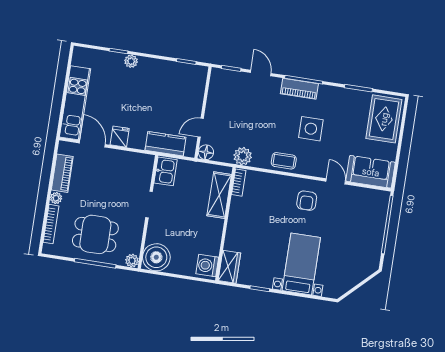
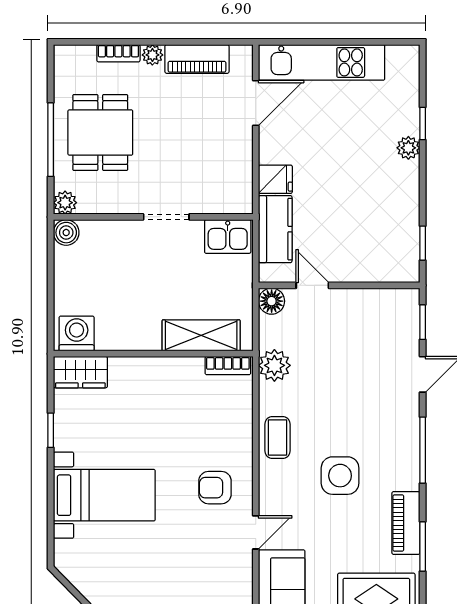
piano: (299, 89) -> (406, 523), moved
fridge: (120, 137) -> (275, 179), moved
bookcase: (51, 224) -> (118, 53), width x0.64
boiler: (156, 257) -> (66, 233), width x0.54, depth x0.54

